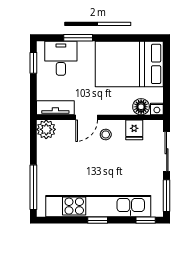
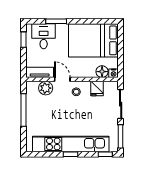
door: (87, 117) -> (62, 79), swing flipped
plant: (46, 129) -> (46, 88), moved
window: (33, 187) -> (24, 110), moved

